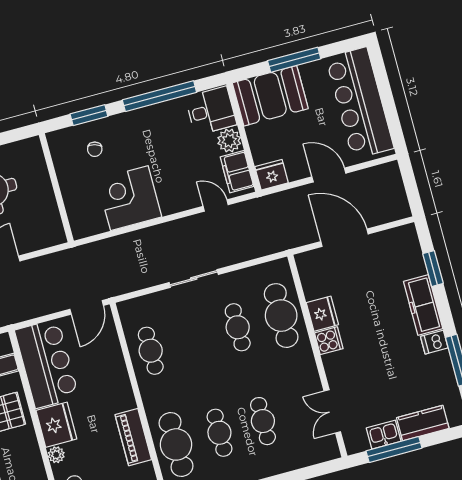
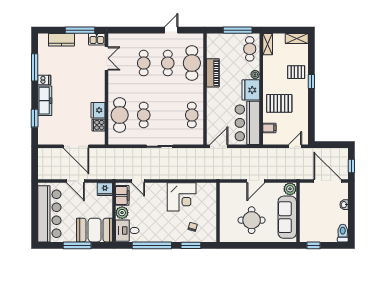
cooker: (329, 341) -> (99, 125), moved
kitchen sink: (384, 435) -> (97, 39), moved

